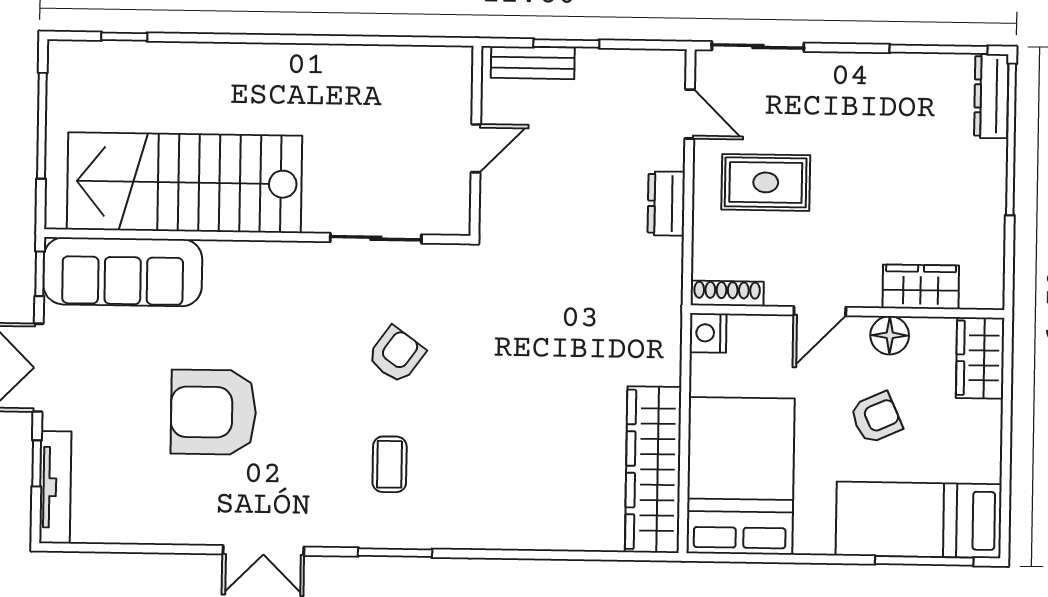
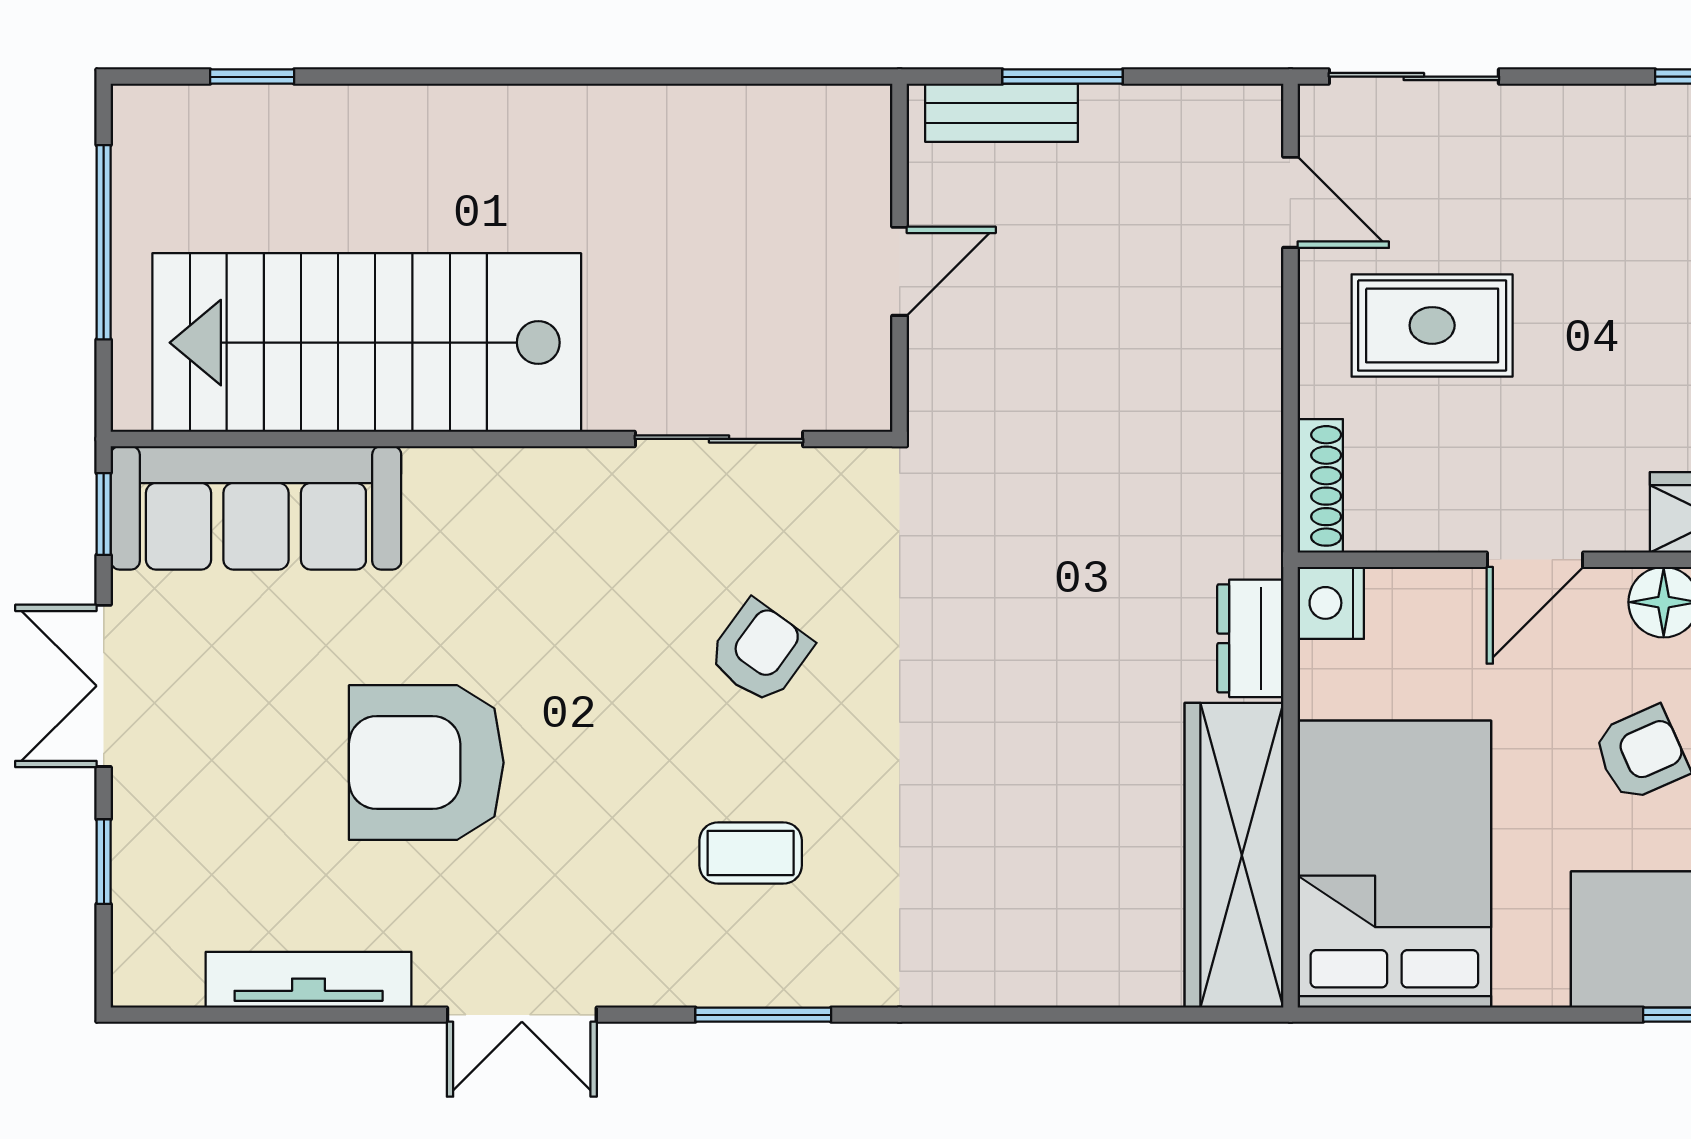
dresser: (666, 204) -> (1250, 638), moved
shoe rack: (727, 293) -> (1320, 486), moved, turned 90
coffee table: (390, 464) -> (751, 853), turned 90
tv unit: (55, 487) -> (309, 980), moved, turned -90

